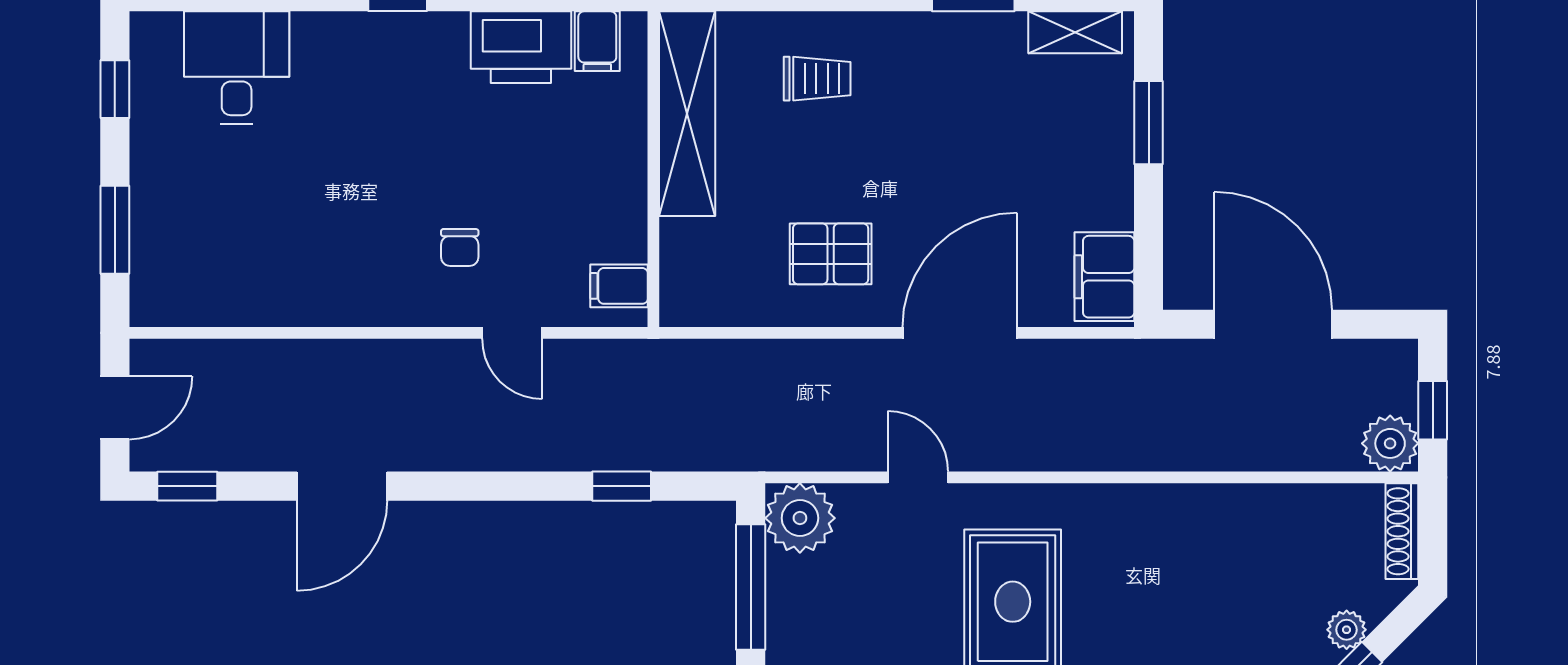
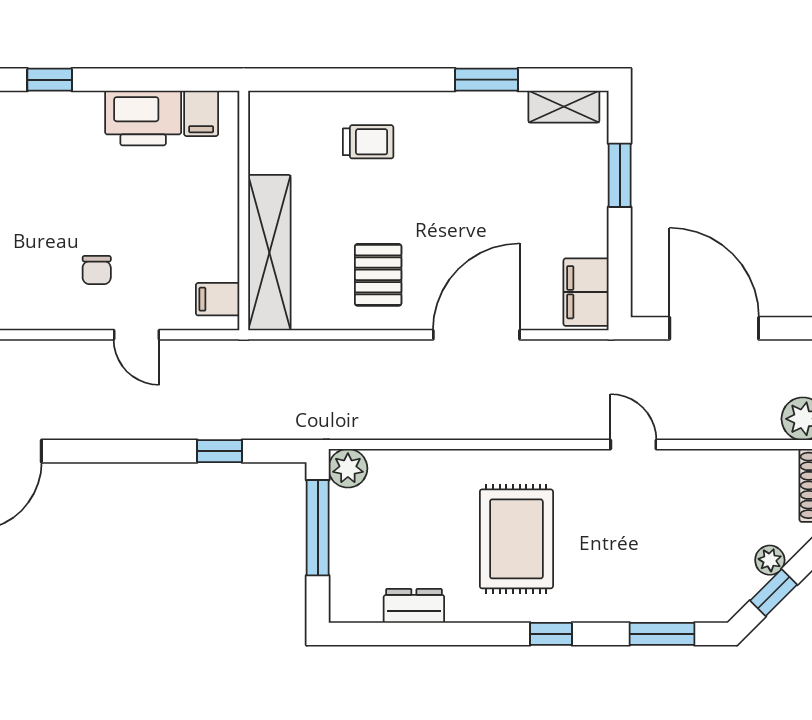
shelving: (687, 114) -> (269, 253), moved
pallet: (831, 254) -> (378, 275), turned 90
door: (918, 477) -> (633, 445), moved
plant: (800, 518) -> (348, 468), width x0.73, depth x0.73

